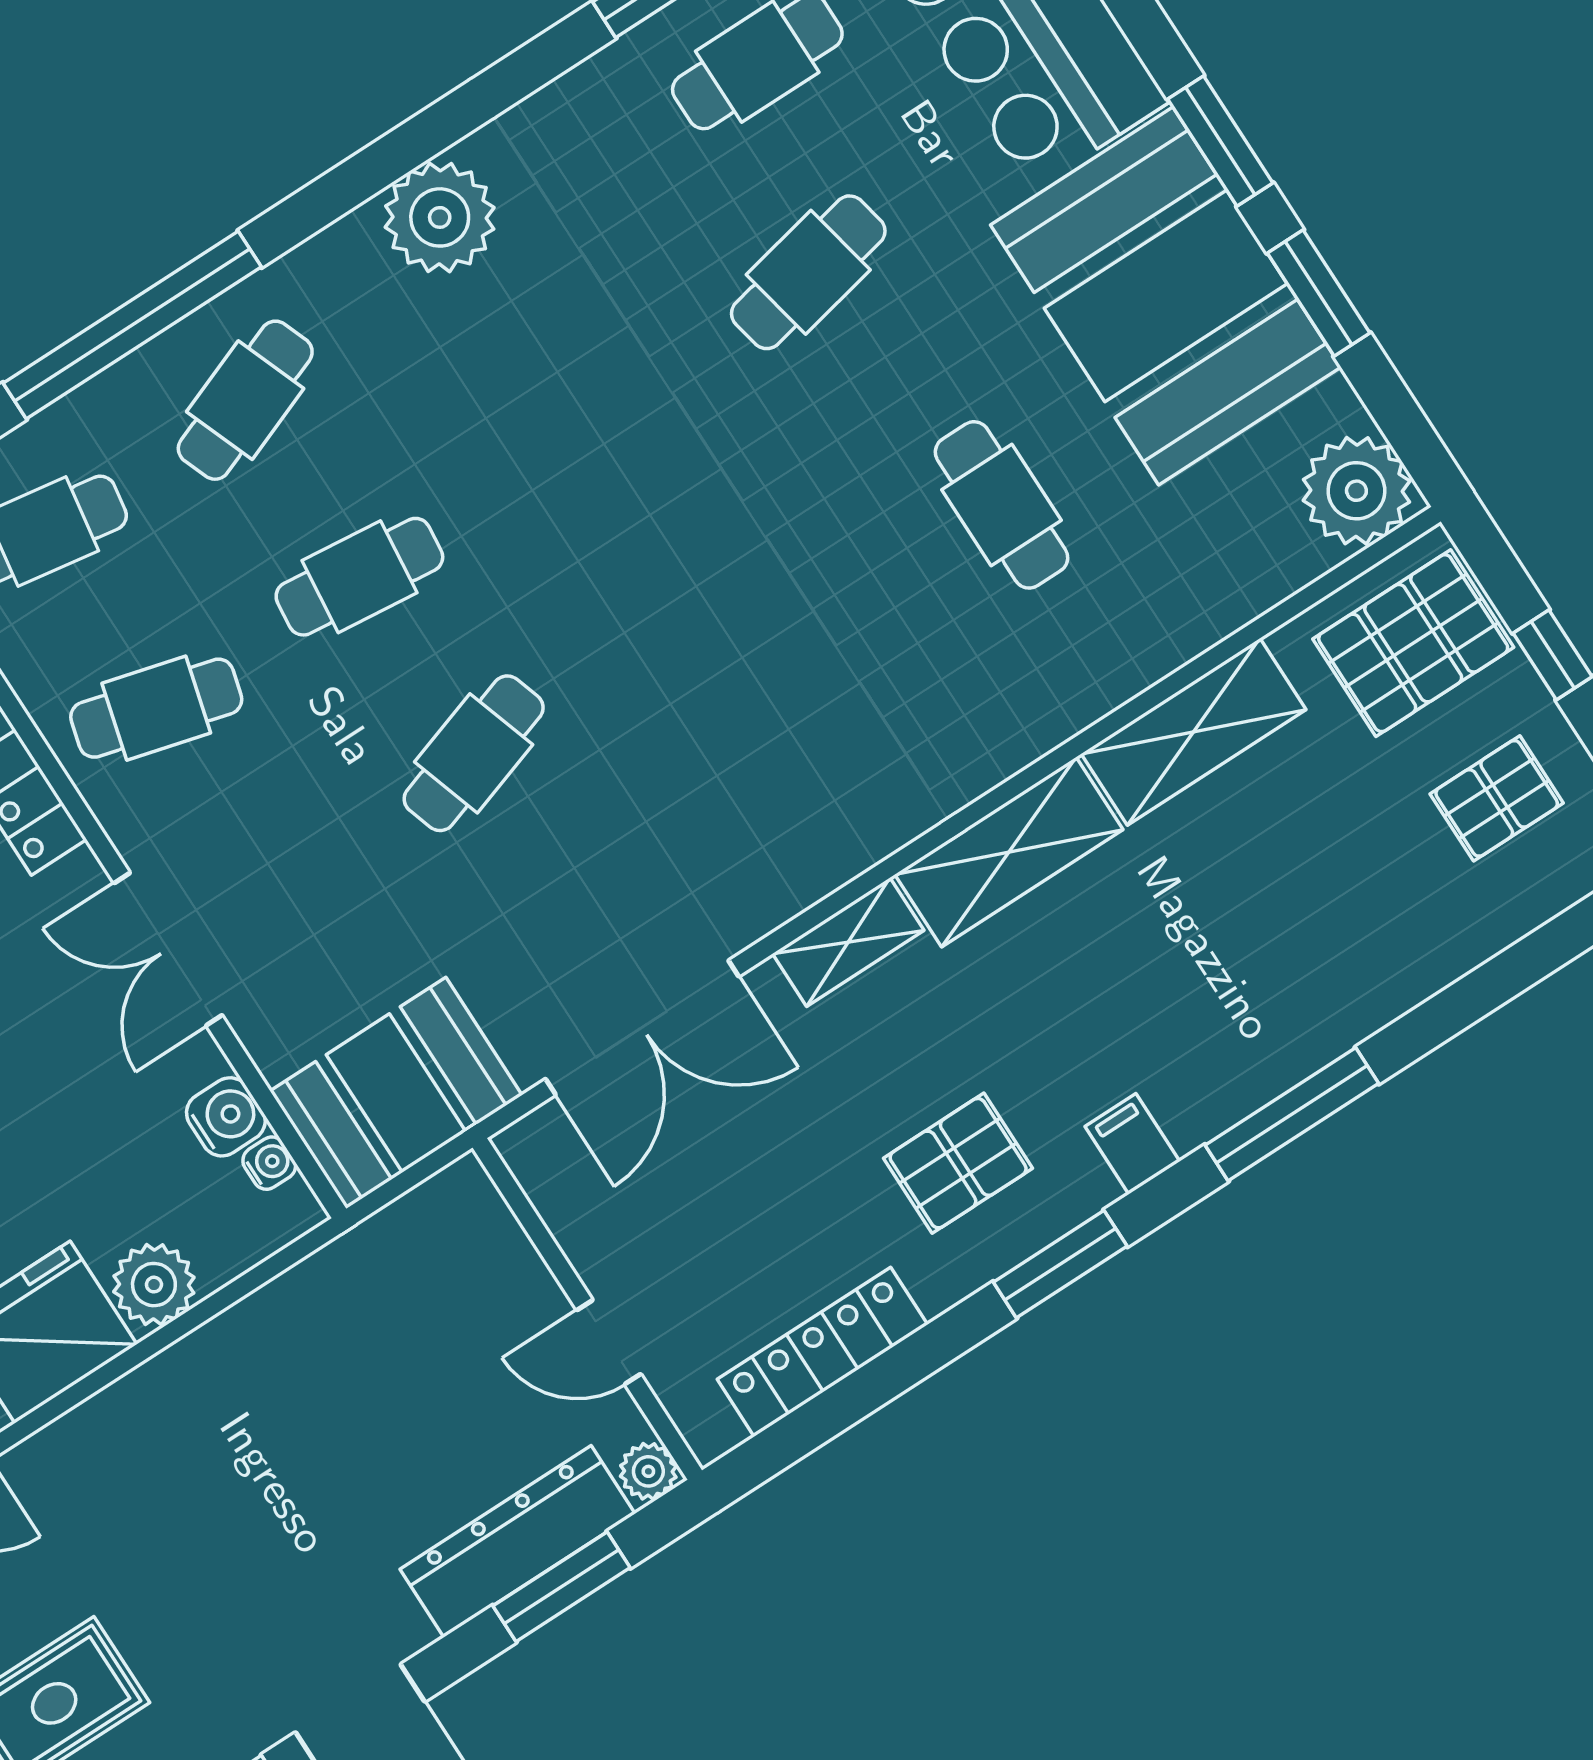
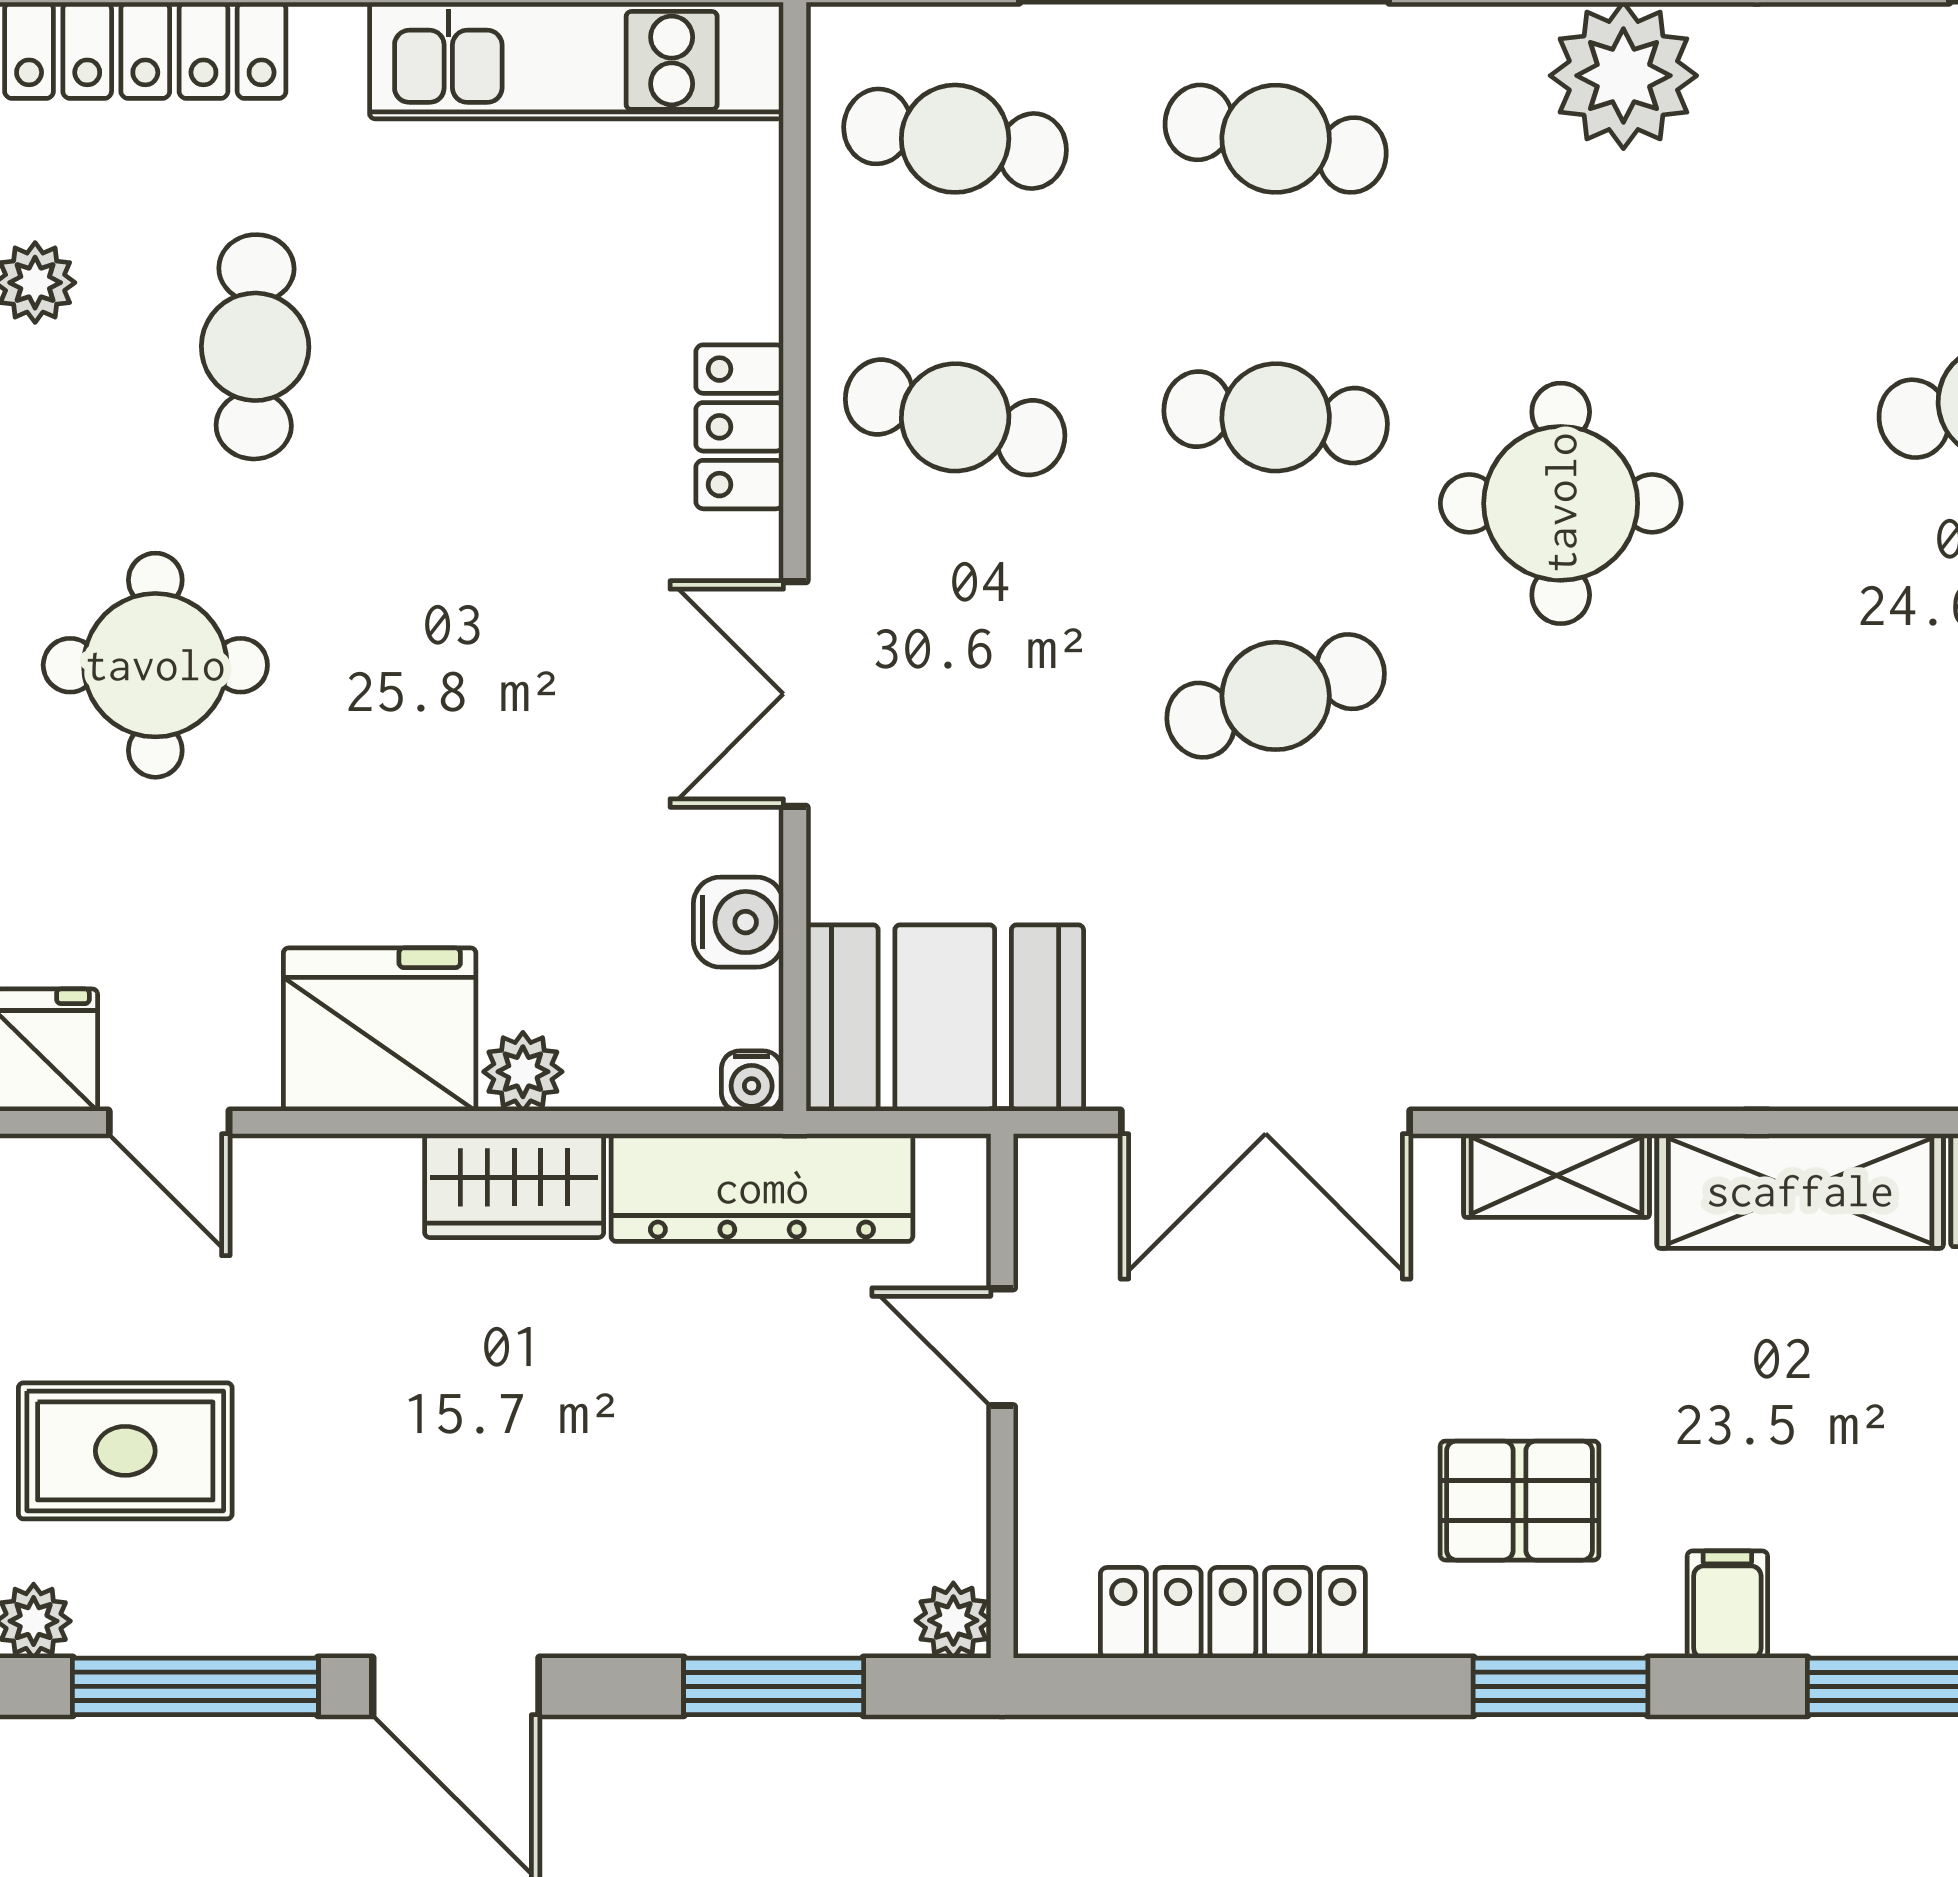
cafe table: (245, 400) -> (1276, 139), turned 33
round table: (575, 514) -> (1561, 503), added
water cooler: (269, 1163) -> (752, 1081), moved, turned 90
plant: (154, 1285) -> (523, 1072), width x0.73, depth x0.73
door: (609, 1342) -> (1002, 1347), moved
wardrobe: (192, 1376) -> (514, 1186), added
dresser: (518, 1541) -> (762, 1188), moved, turned 180

